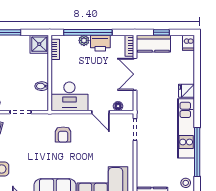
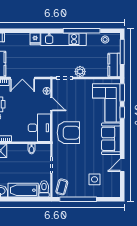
door: (101, 112) -> (51, 104), hinge flipped
armchair: (63, 134) -> (68, 133), width x1.88, depth x1.88
plant: (144, 150) -> (80, 72), added

